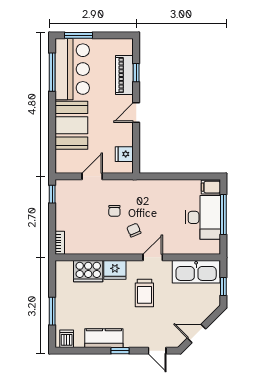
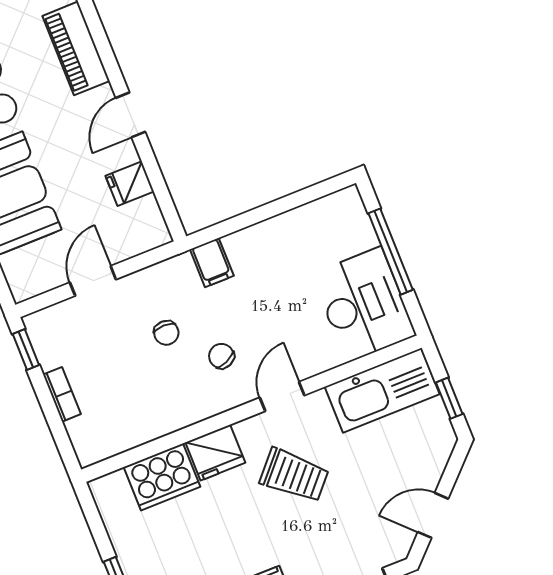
window: (136, 73) -> (98, 34), removed
fridge: (124, 154) -> (130, 184), moved
filing cabinet: (211, 187) -> (212, 263), moved, turned -90
desk: (203, 217) -> (364, 305), moved
bookcase: (60, 243) -> (62, 394), moved
trolley: (144, 293) -> (294, 475), turned -48

